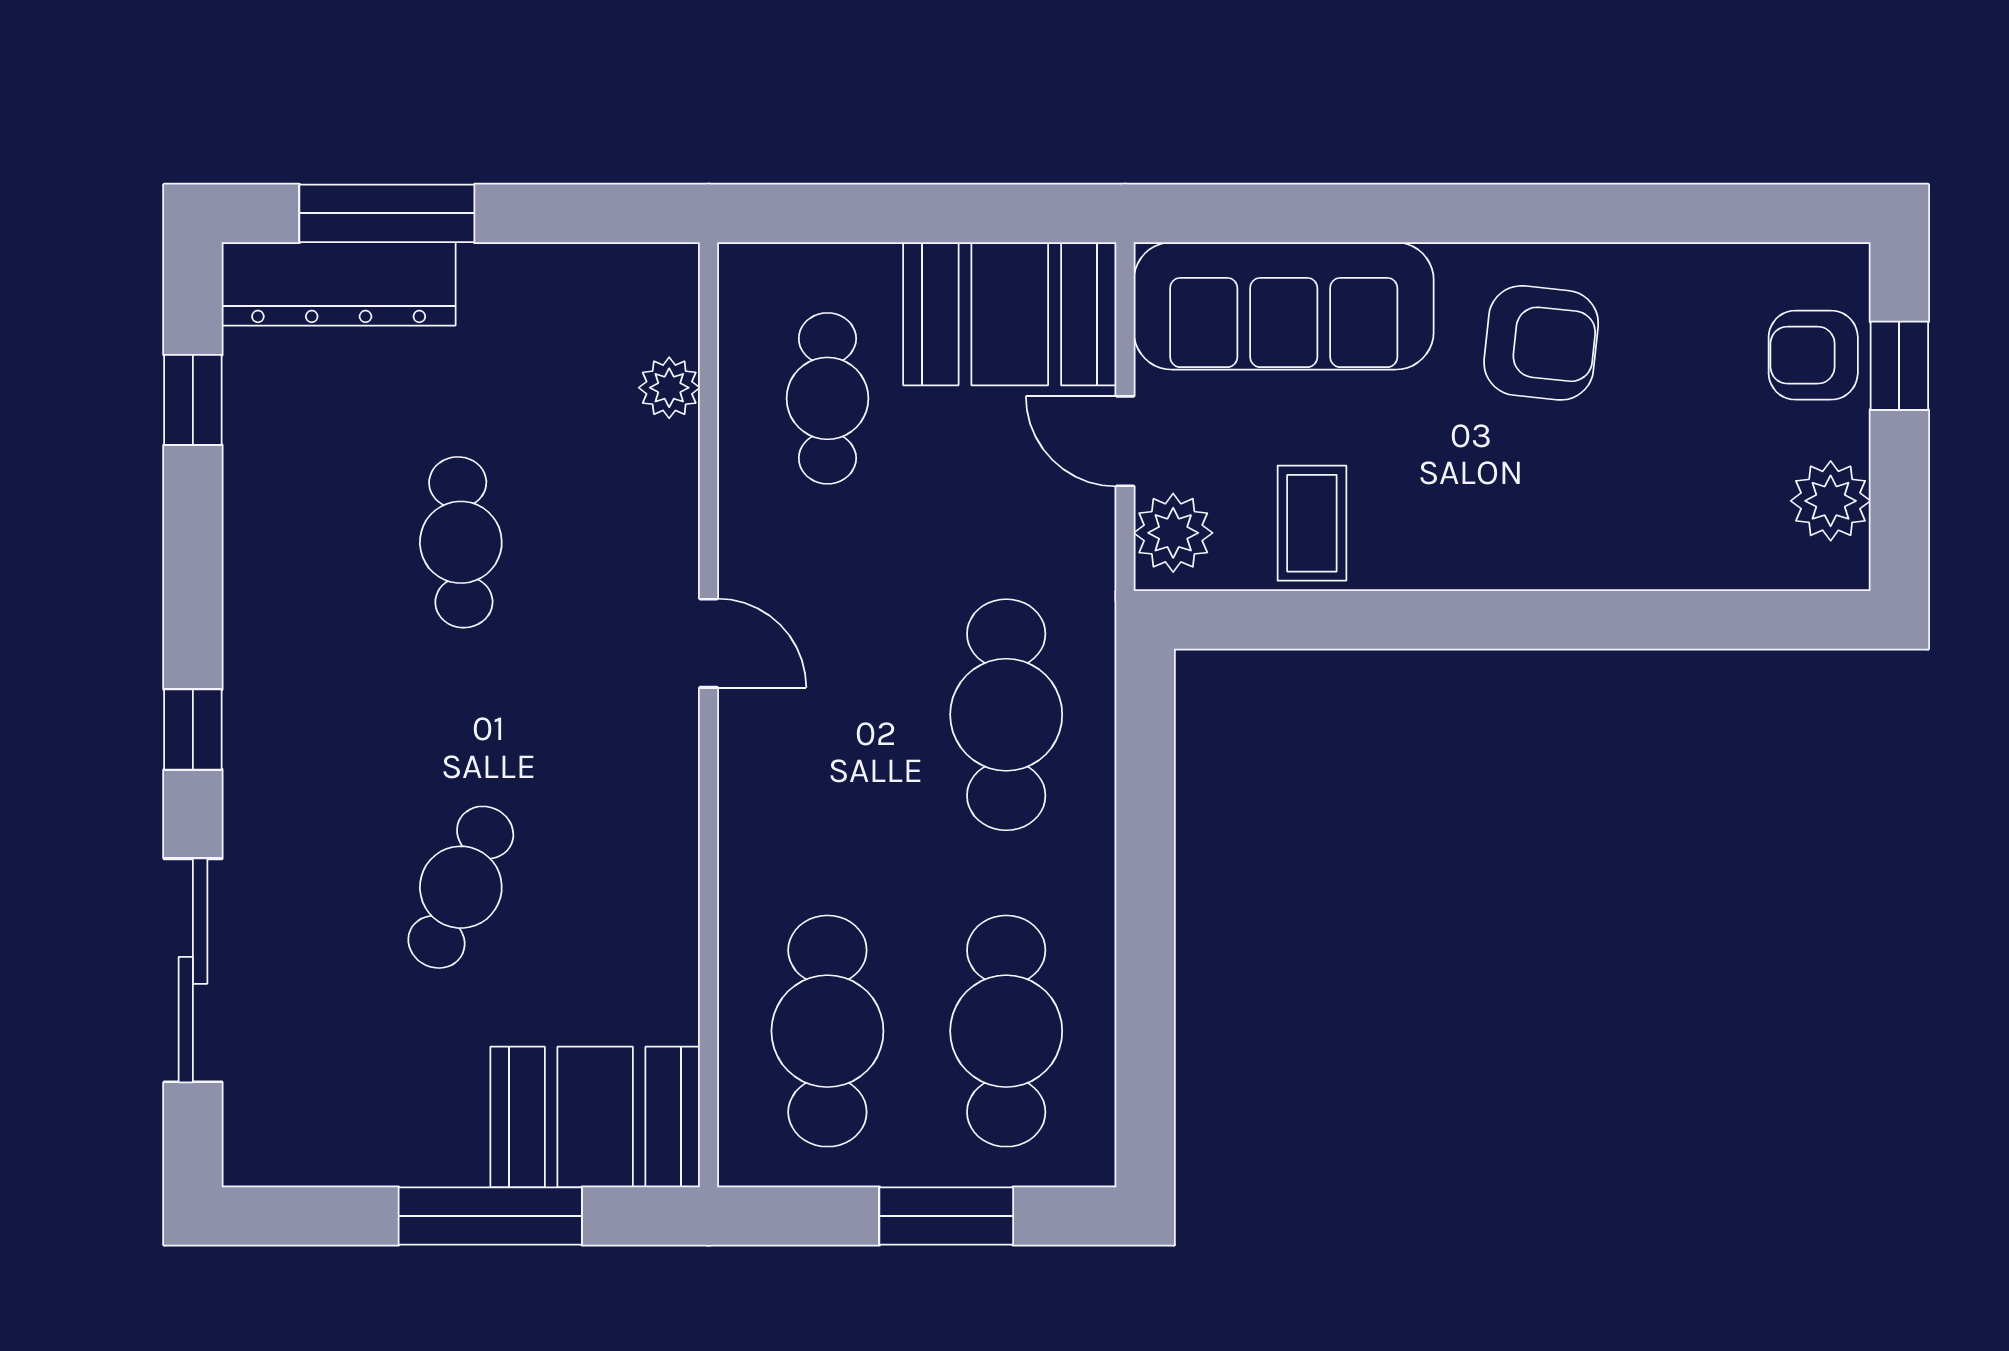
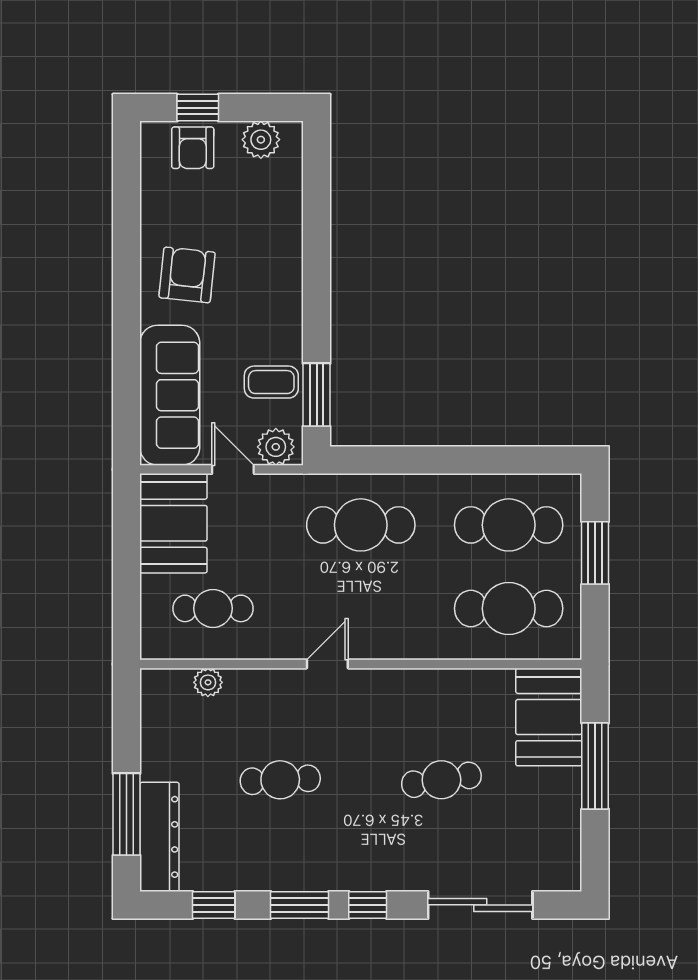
door: (1125, 441) -> (233, 469), swing flipped
window: (193, 584) -> (300, 905), added
window: (1285, 620) -> (317, 395), added
cafe table: (461, 887) -> (441, 780), turned -33

